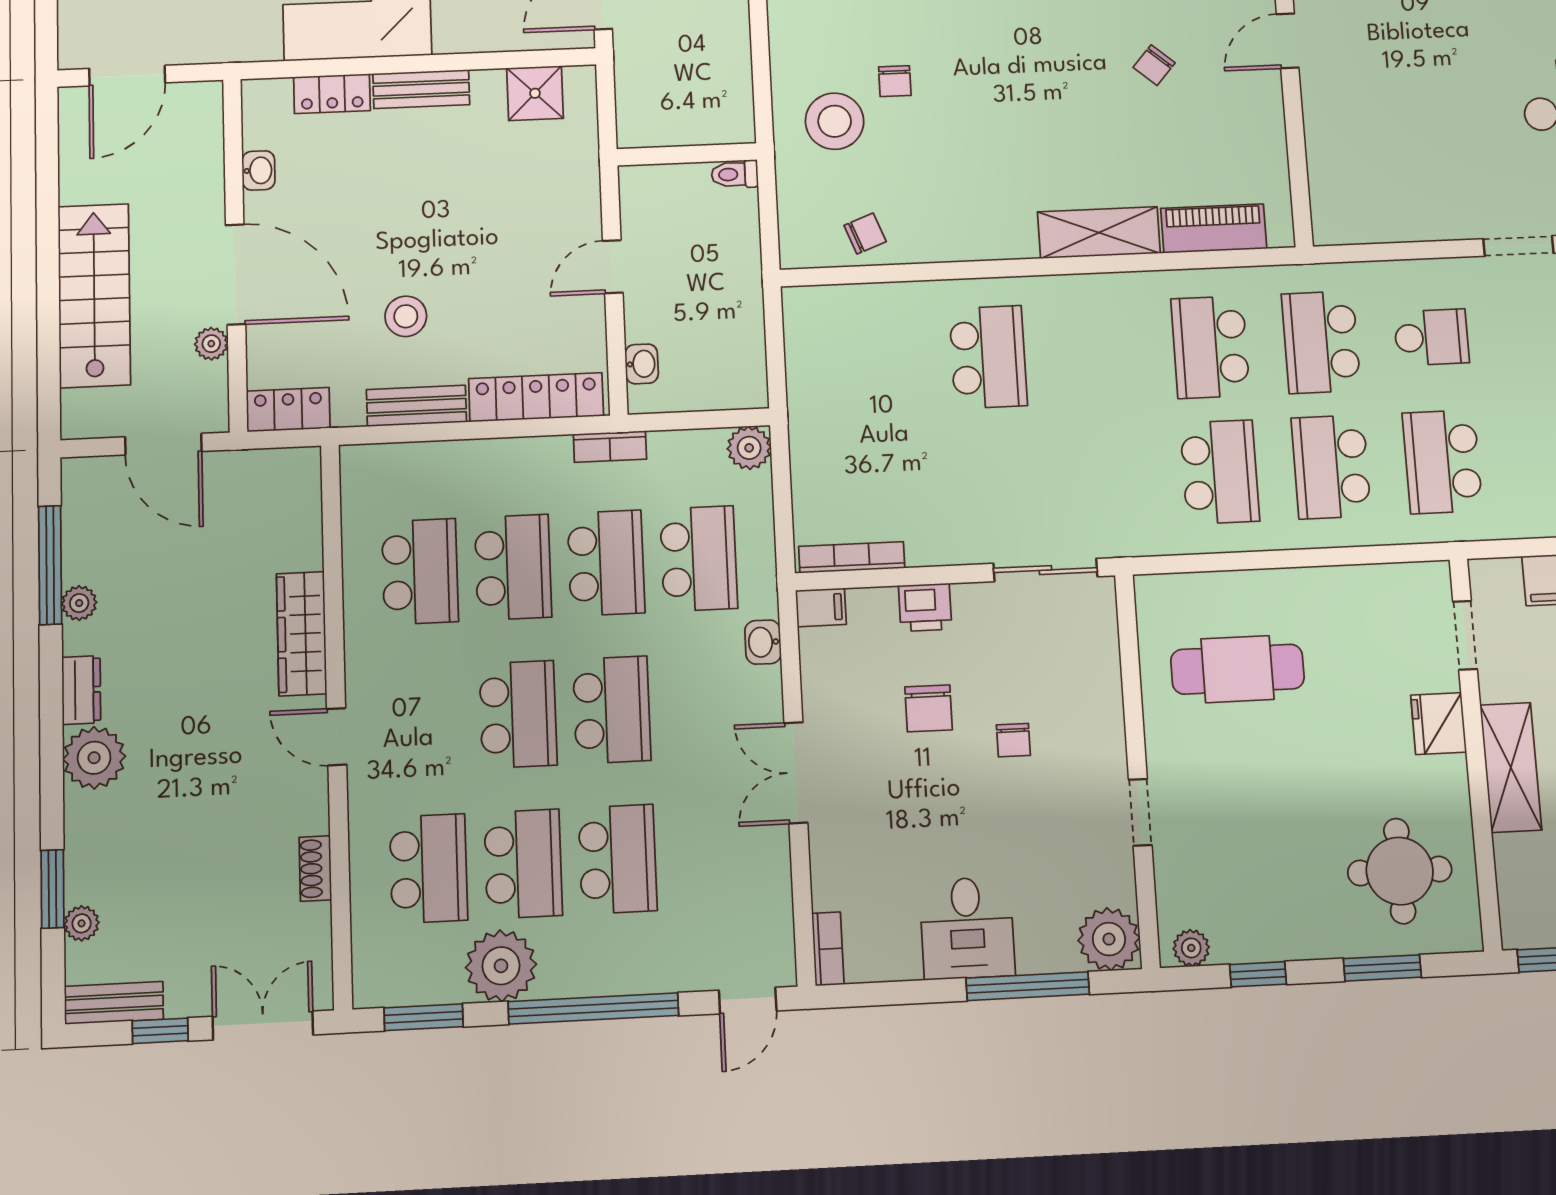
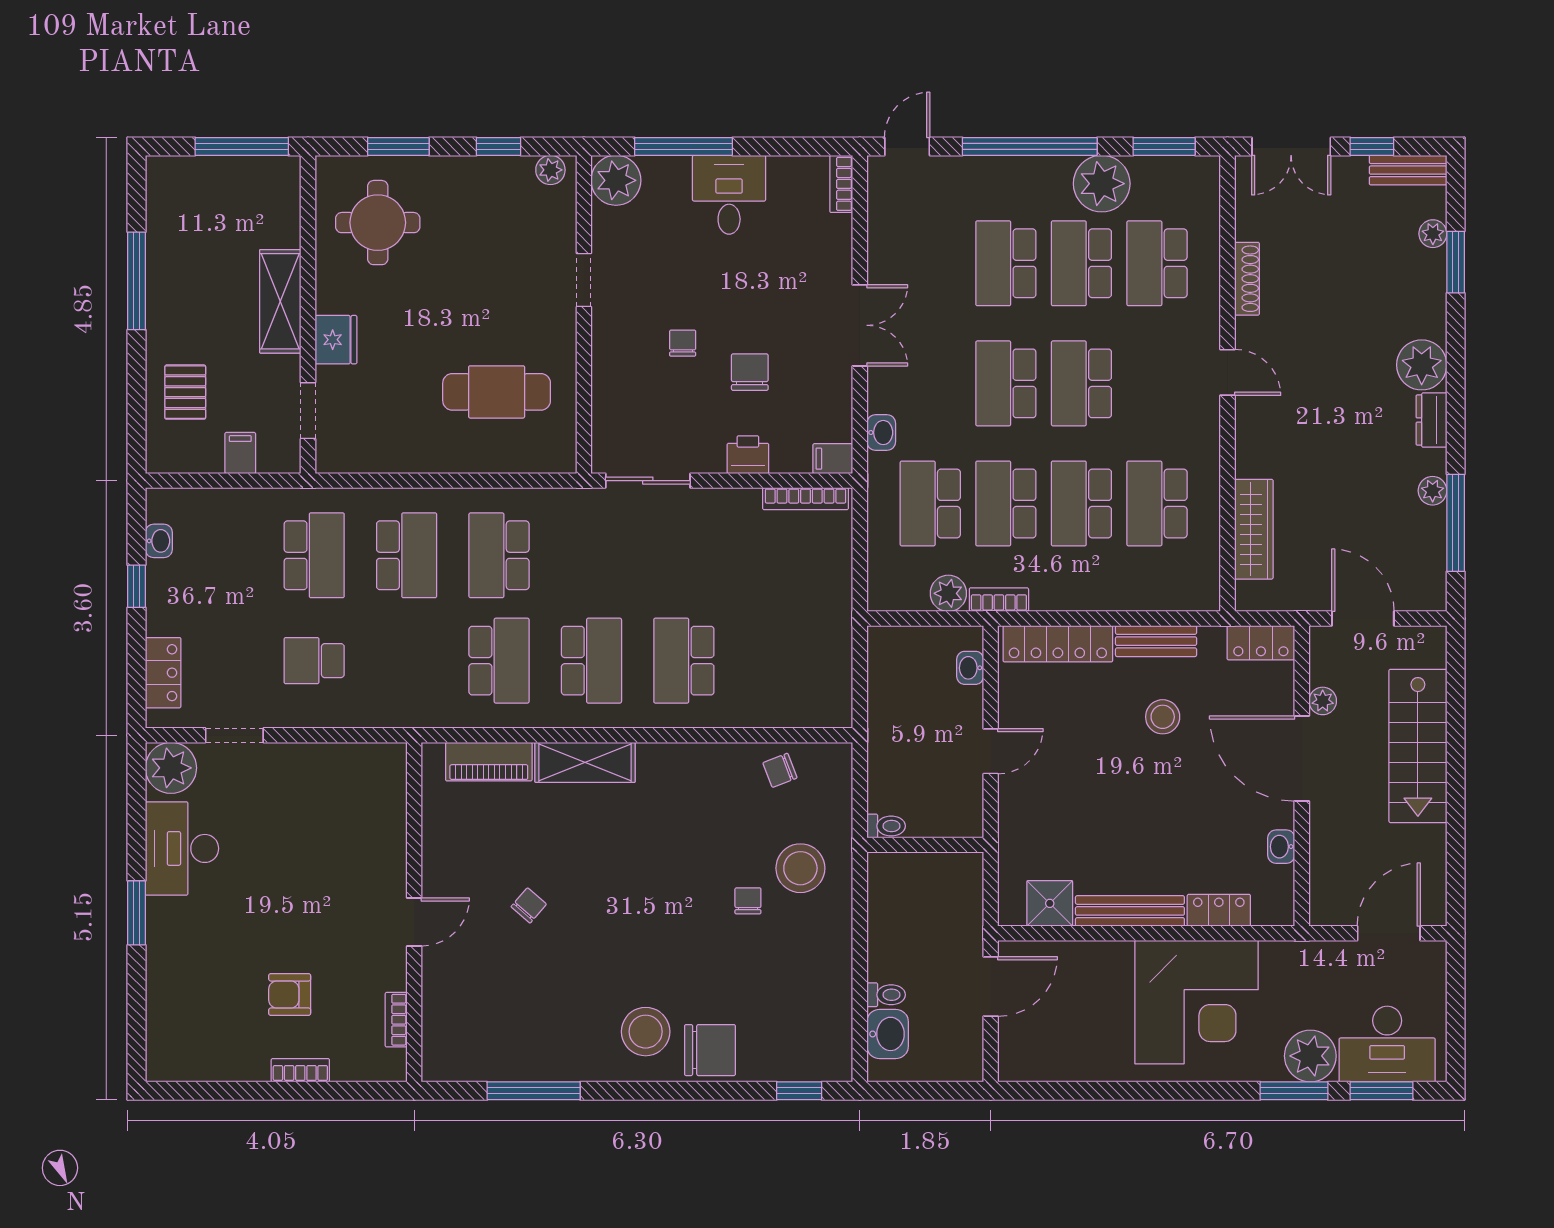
bench: (421, 89) -> (1130, 911), width x1.36
school desk: (1321, 342) -> (591, 661), moved
plant: (749, 448) -> (948, 593), moved
wardrobe: (302, 634) -> (1254, 529), moved
shoe rack: (315, 869) -> (1247, 279), width x1.43

